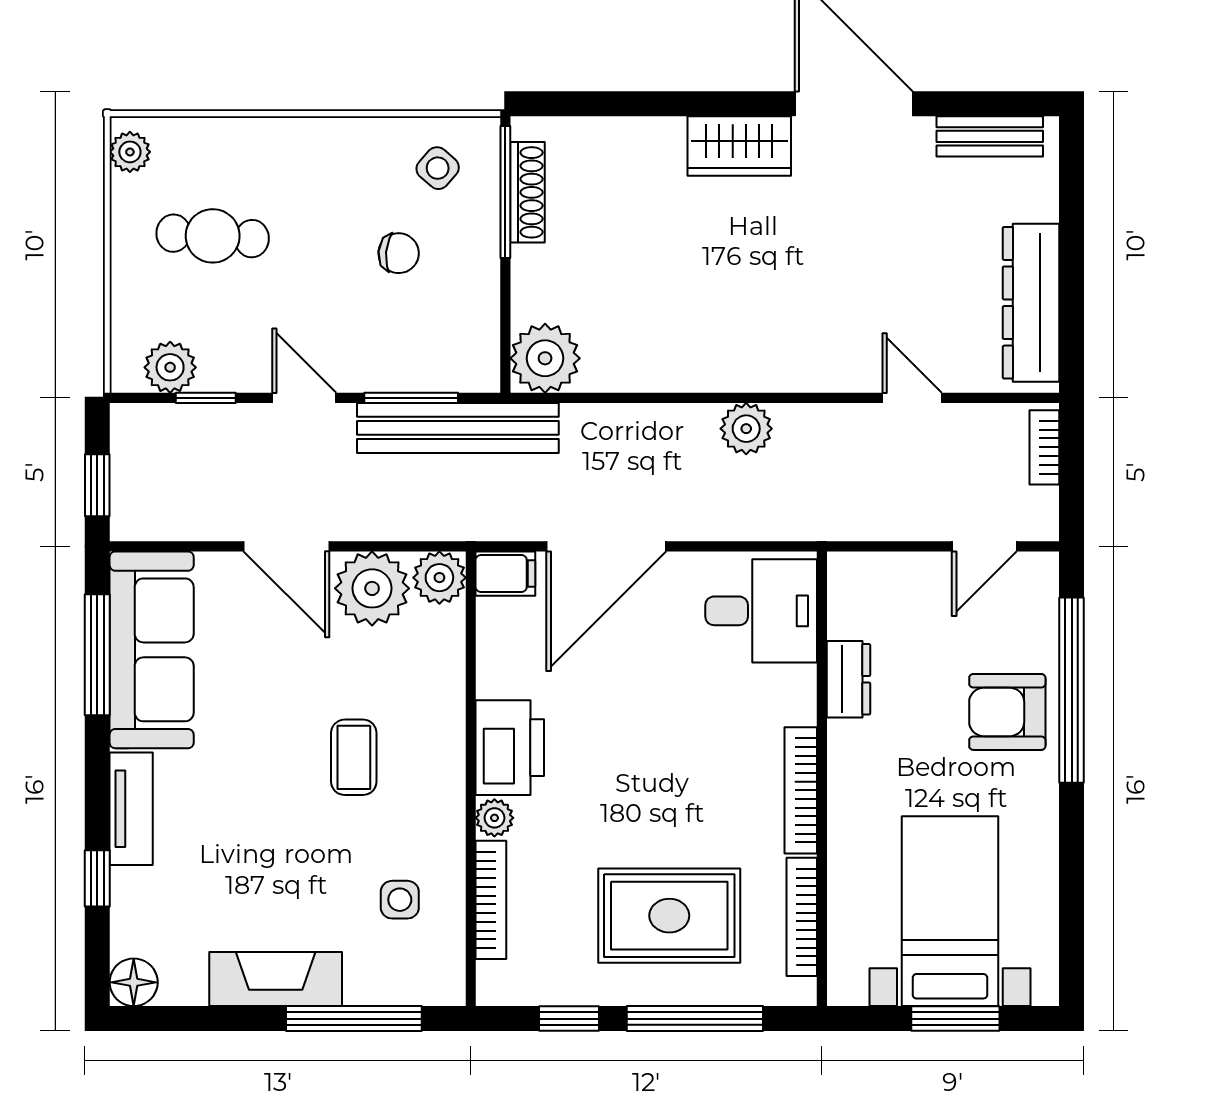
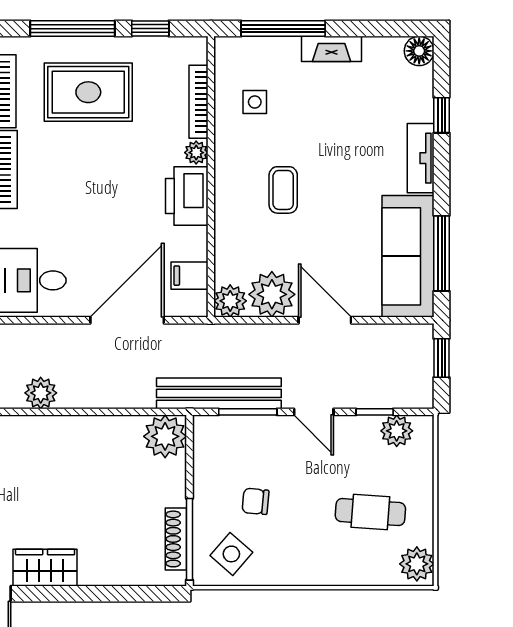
plant: (130, 152) -> (417, 564), width x1.38, depth x1.38
side table: (438, 168) -> (231, 554), width x1.37, depth x1.37
filing cabinet: (505, 574) -> (190, 276), moved
fireplace: (276, 979) -> (331, 49), width x0.73, depth x0.76

